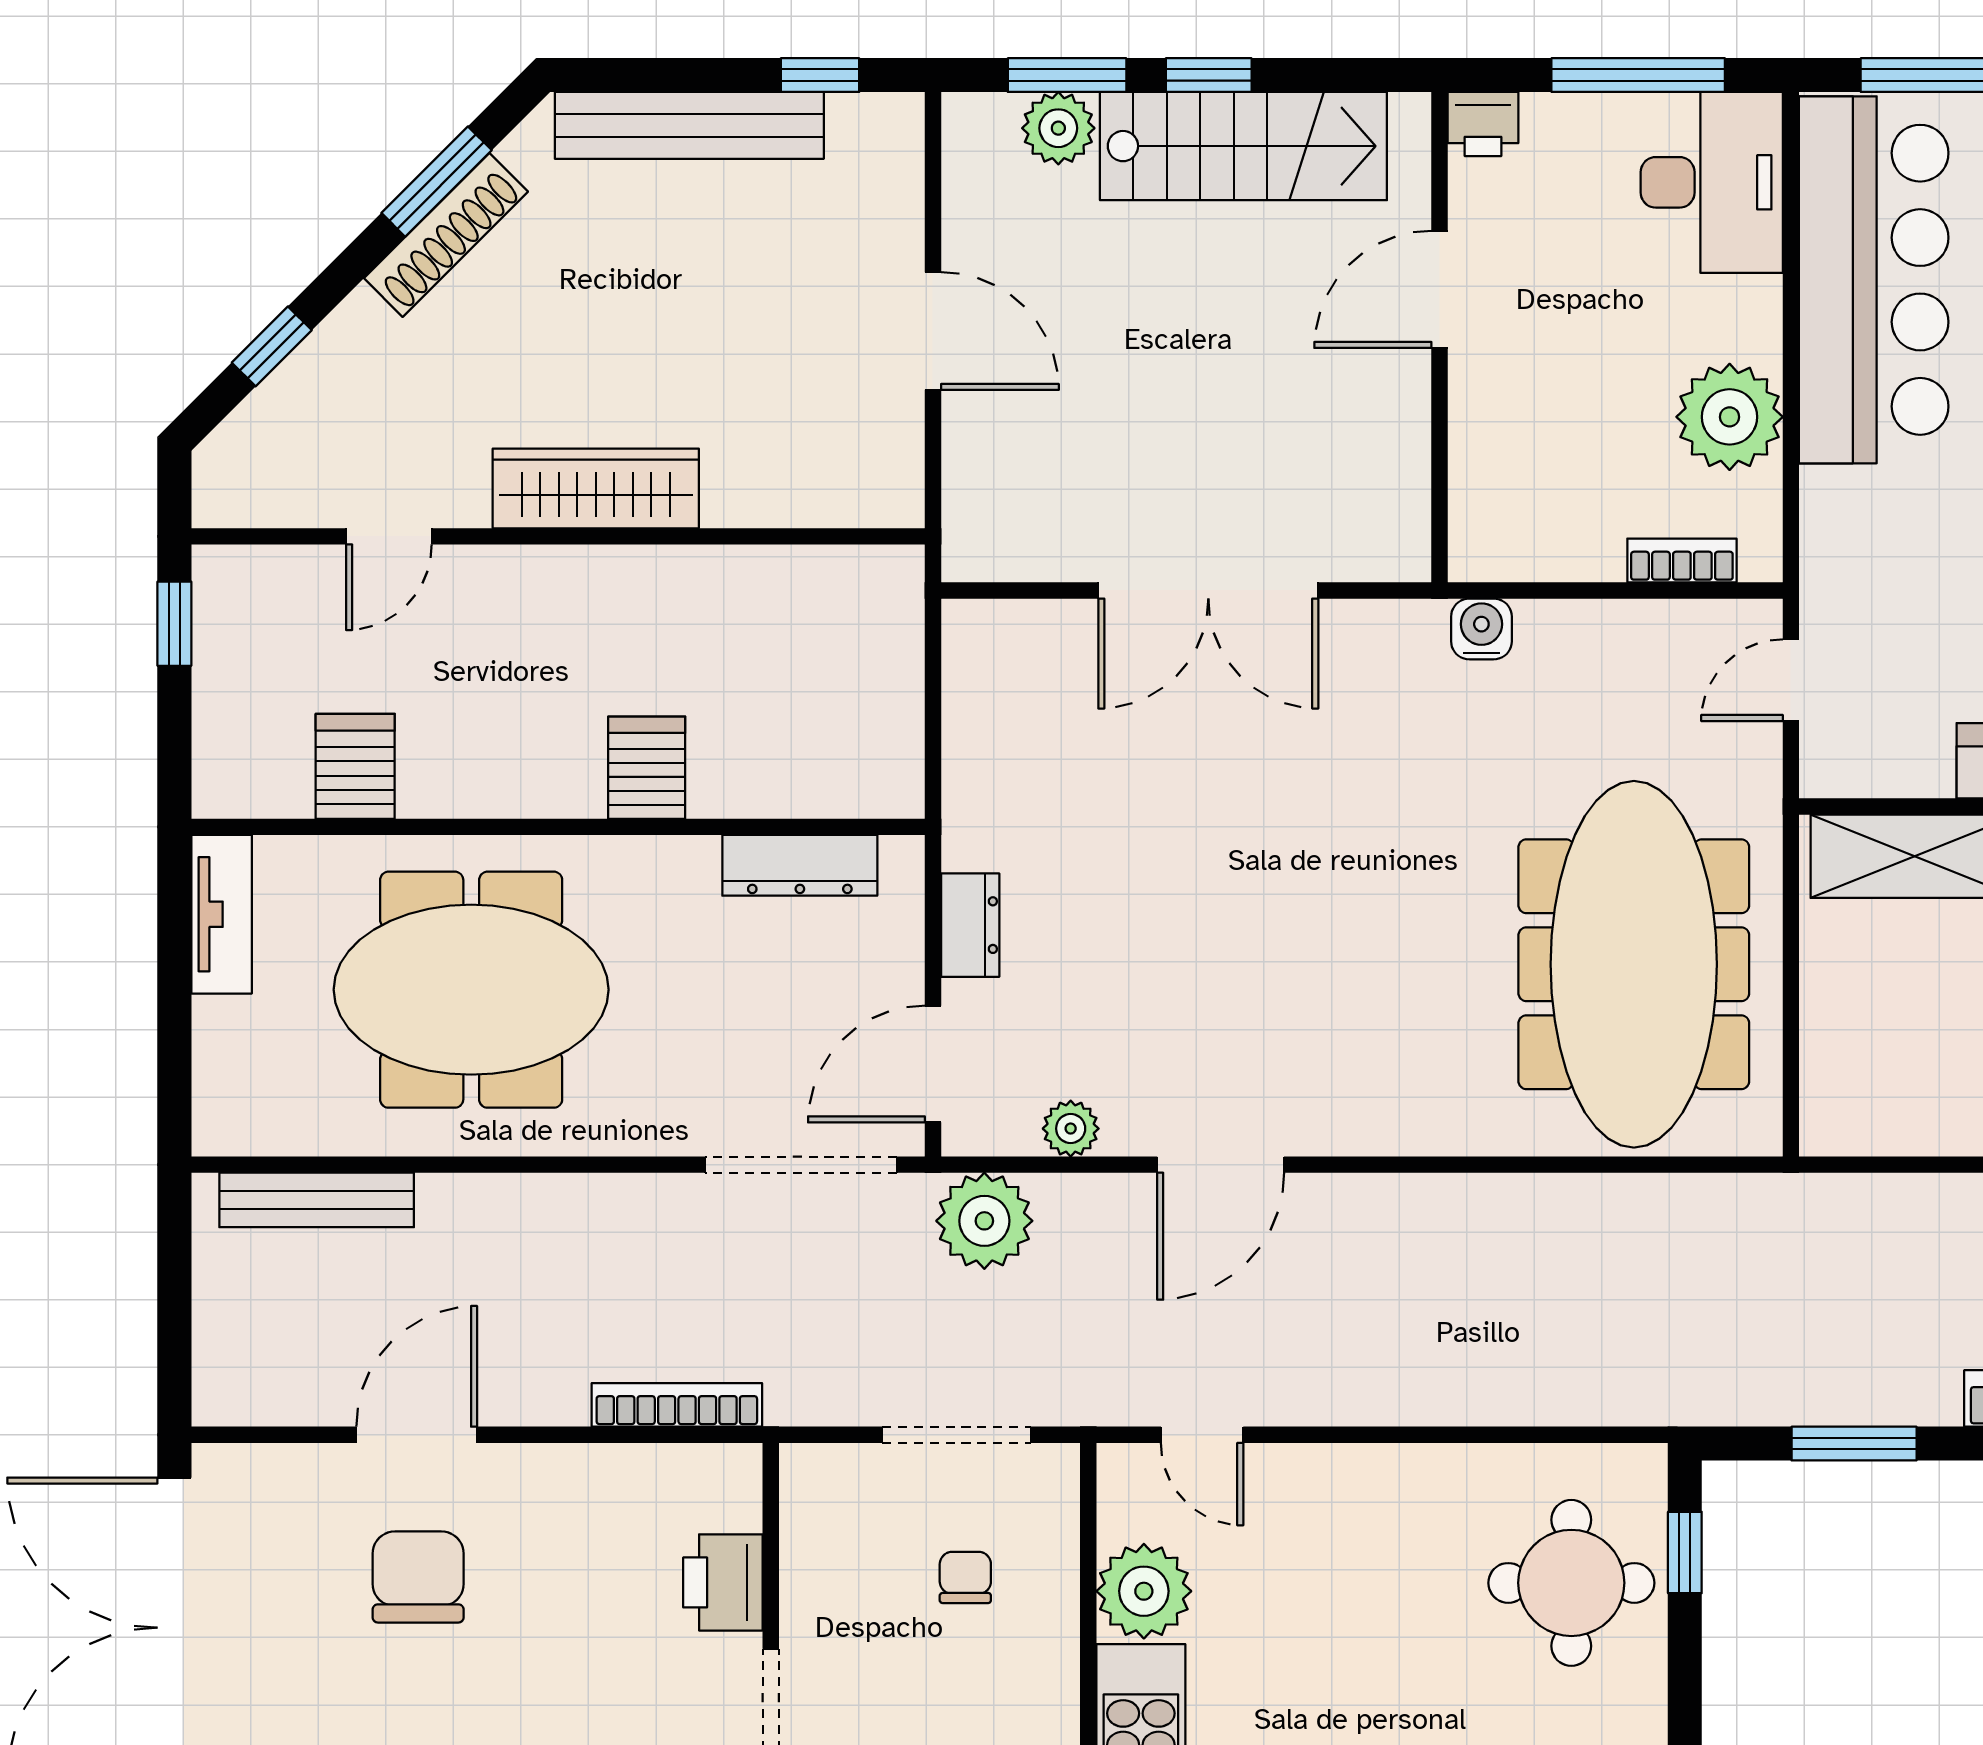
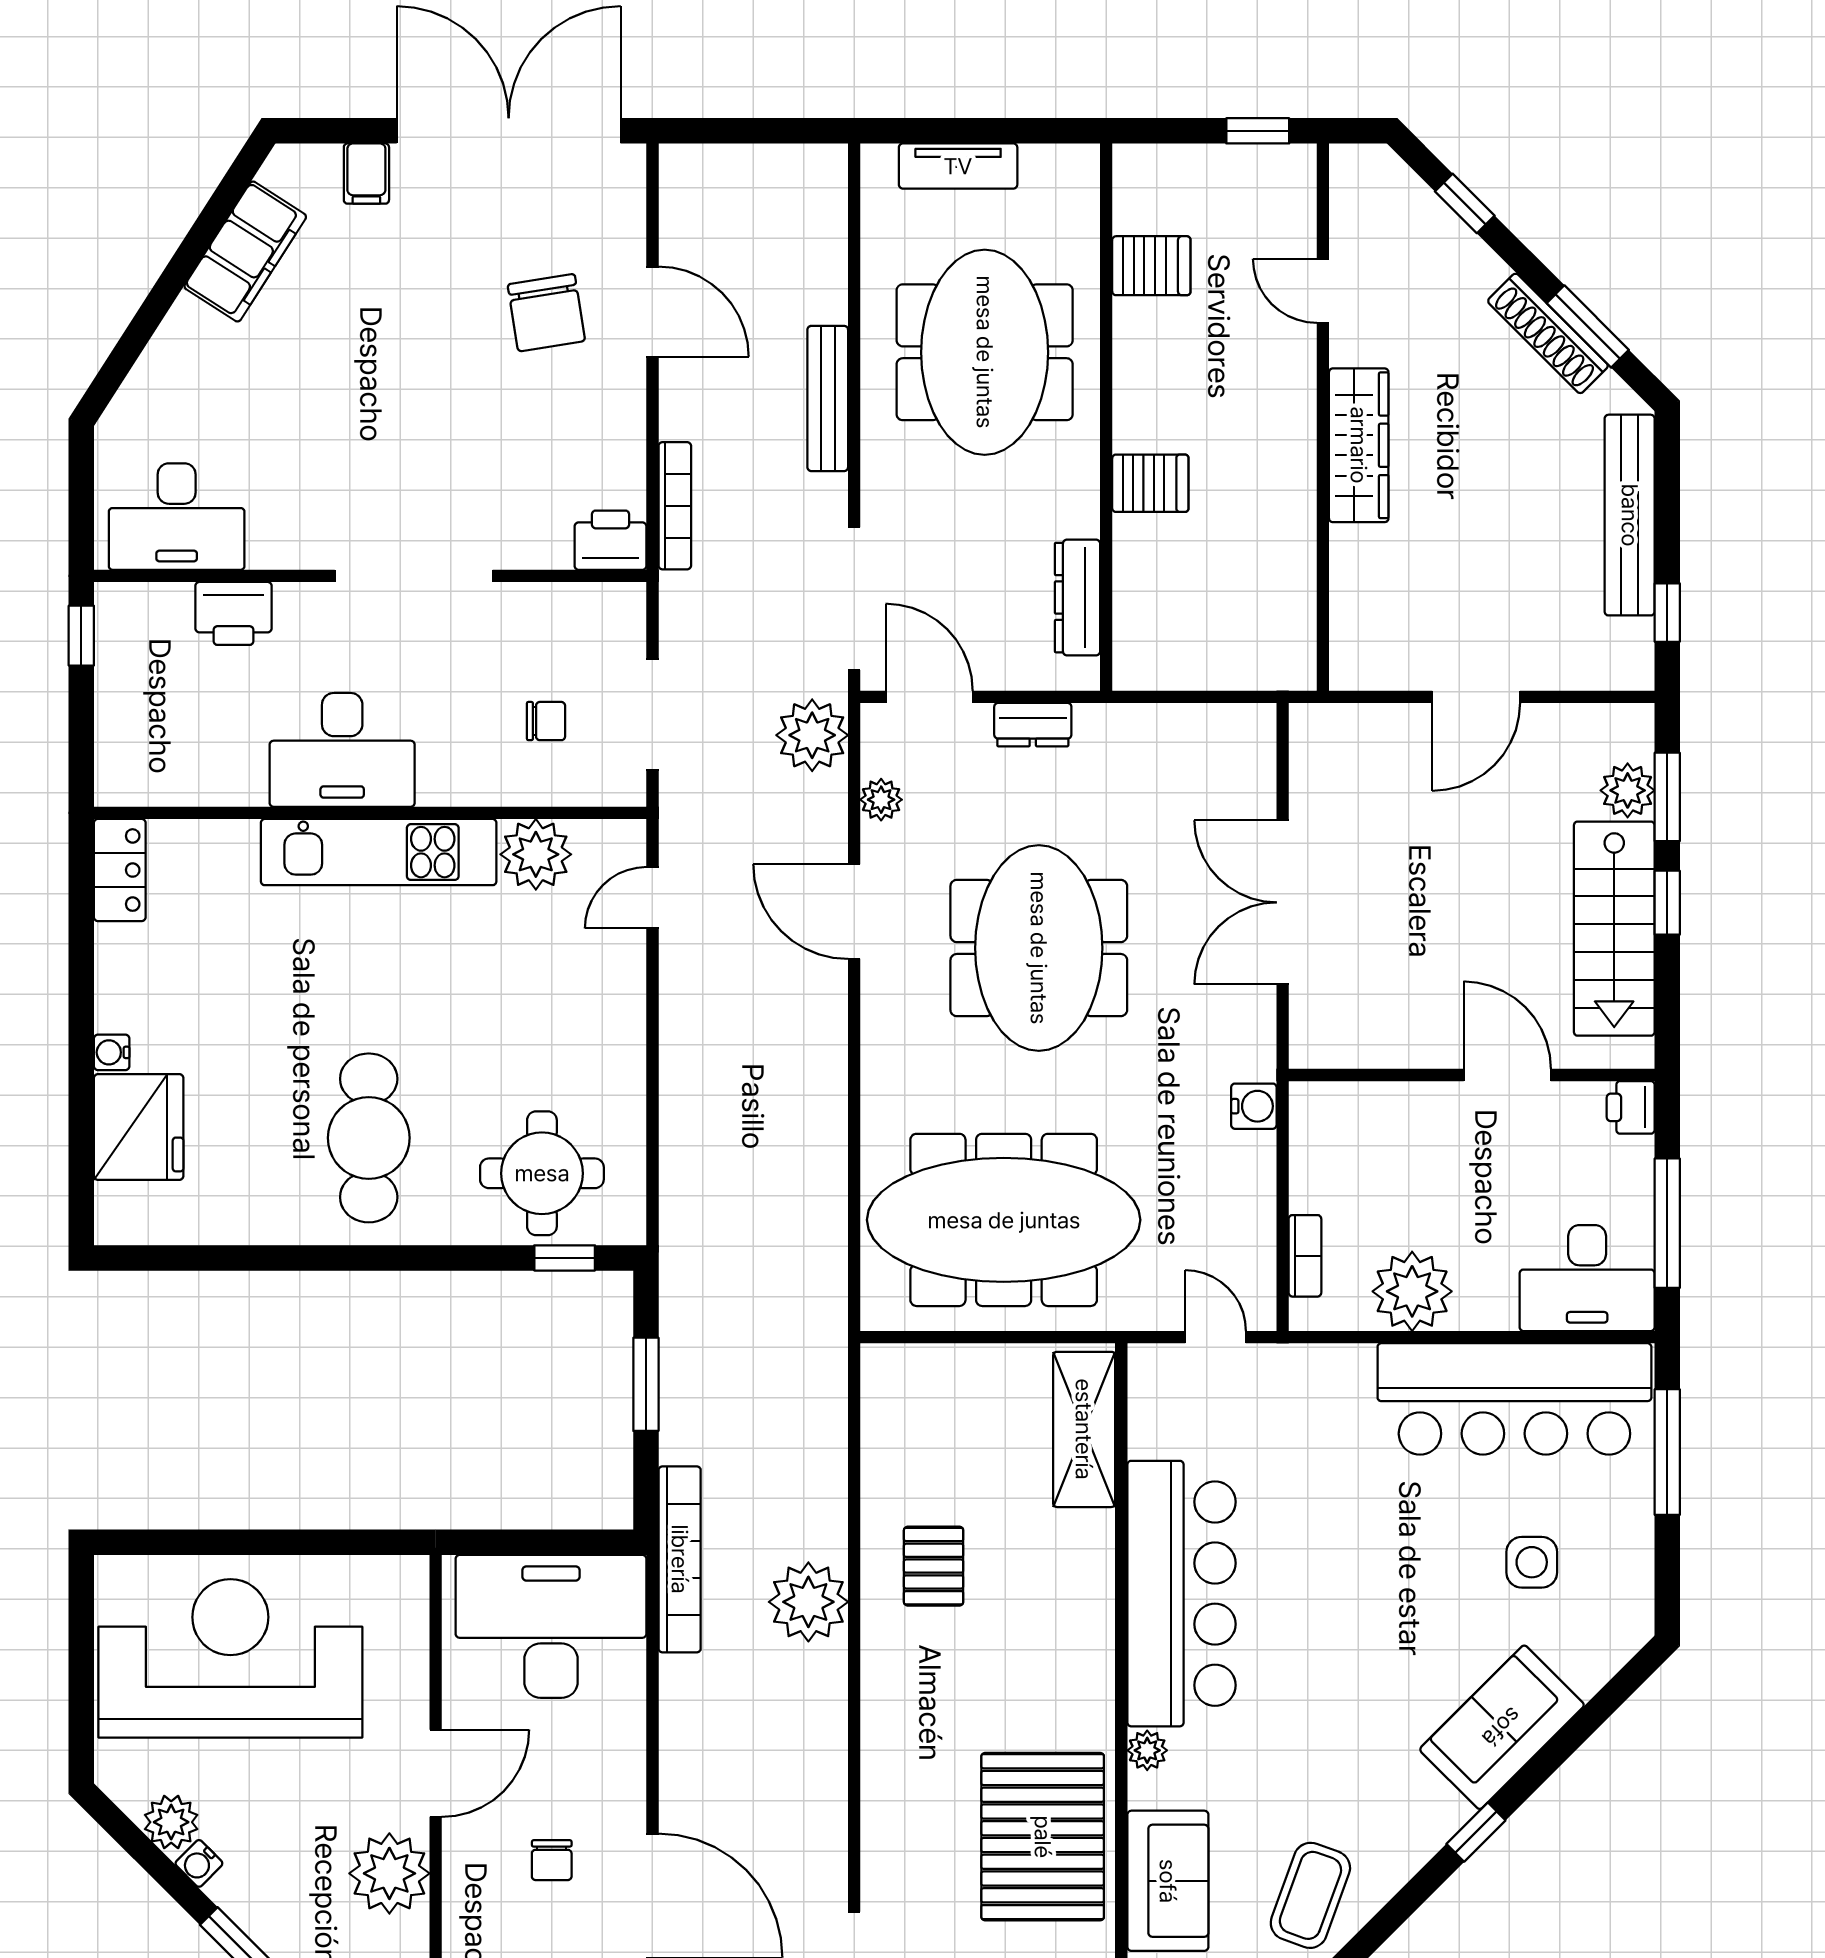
tv unit: (222, 914) -> (958, 166), moved
meeting table: (1269, 917) -> (1039, 948), added
bench: (317, 1200) -> (828, 398), moved
chair: (418, 1577) -> (546, 313), turned 81
printer: (723, 1582) -> (611, 540), moved

